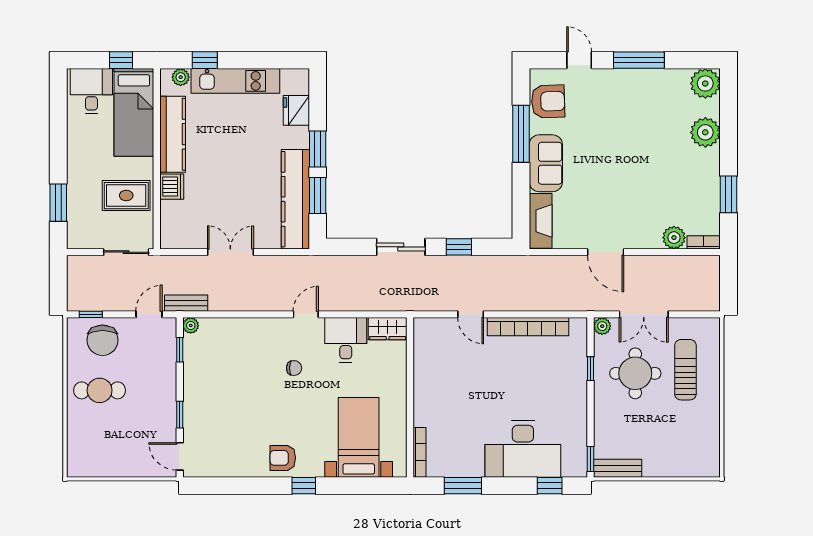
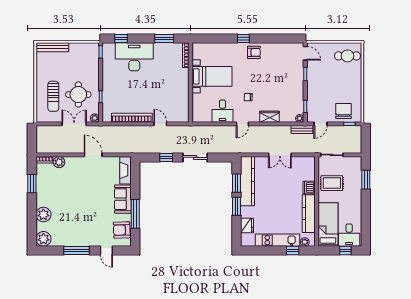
window: (121, 60) -> (345, 250), moved
wardrobe: (388, 329) -> (270, 117), moved
cafe table: (100, 390) -> (347, 56), moved
bed with nightstands: (359, 437) -> (212, 76), moved, turned -90
bench: (618, 468) -> (52, 47), moved, width x1.36

